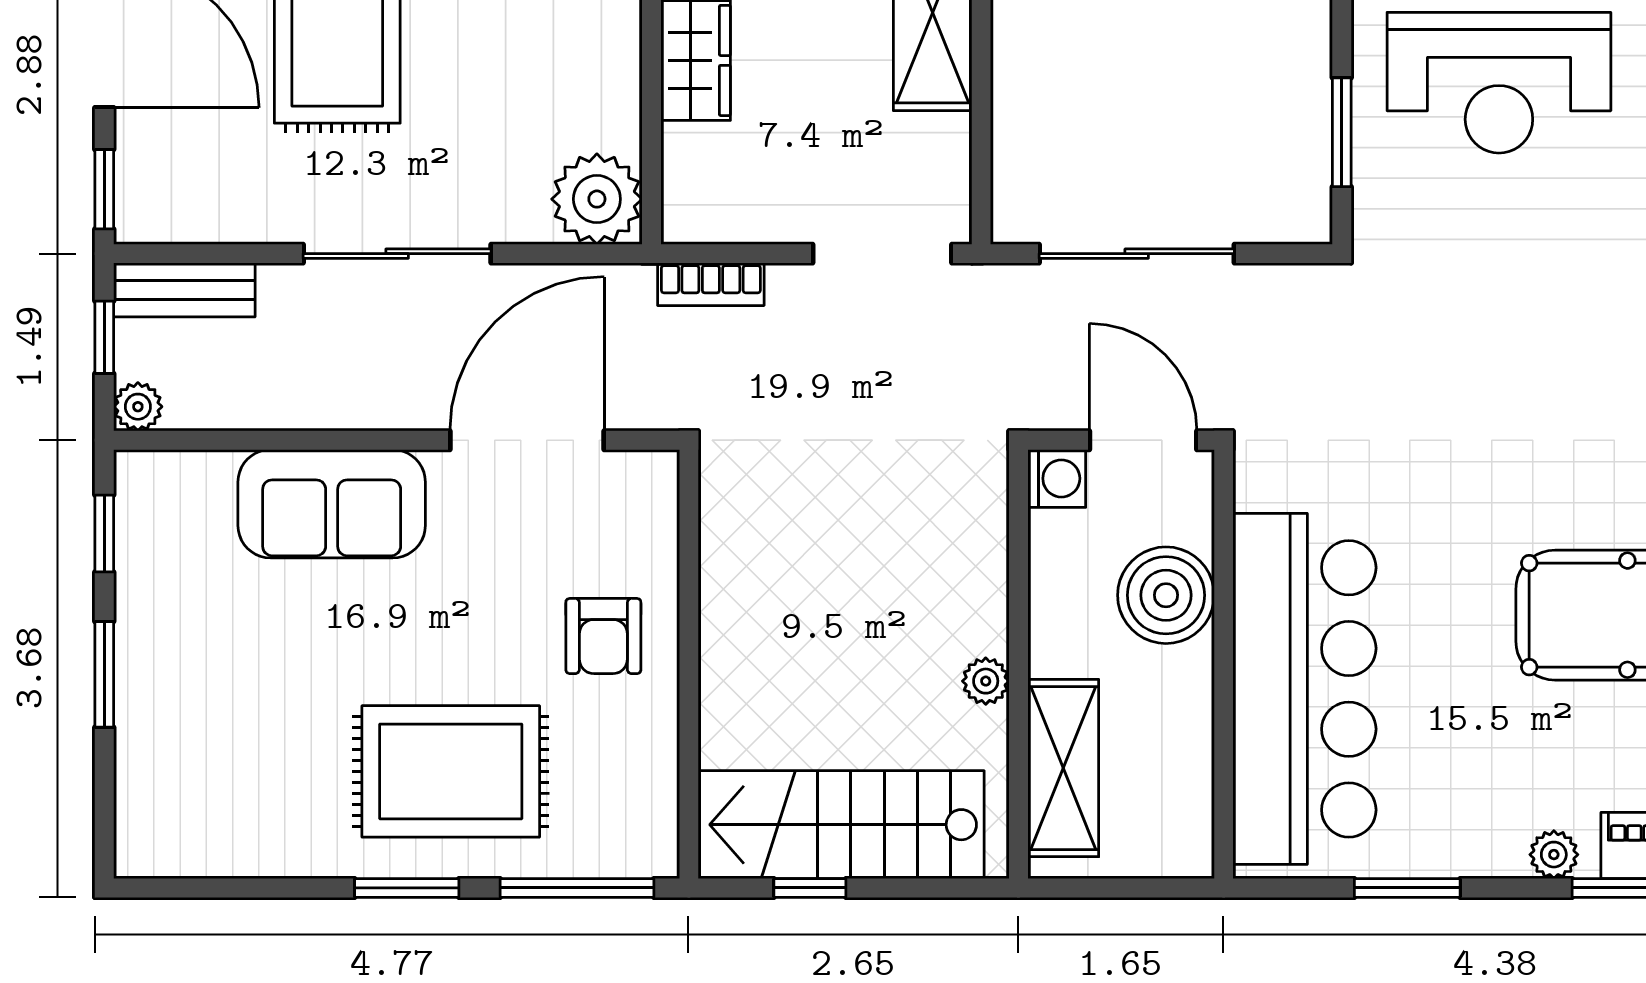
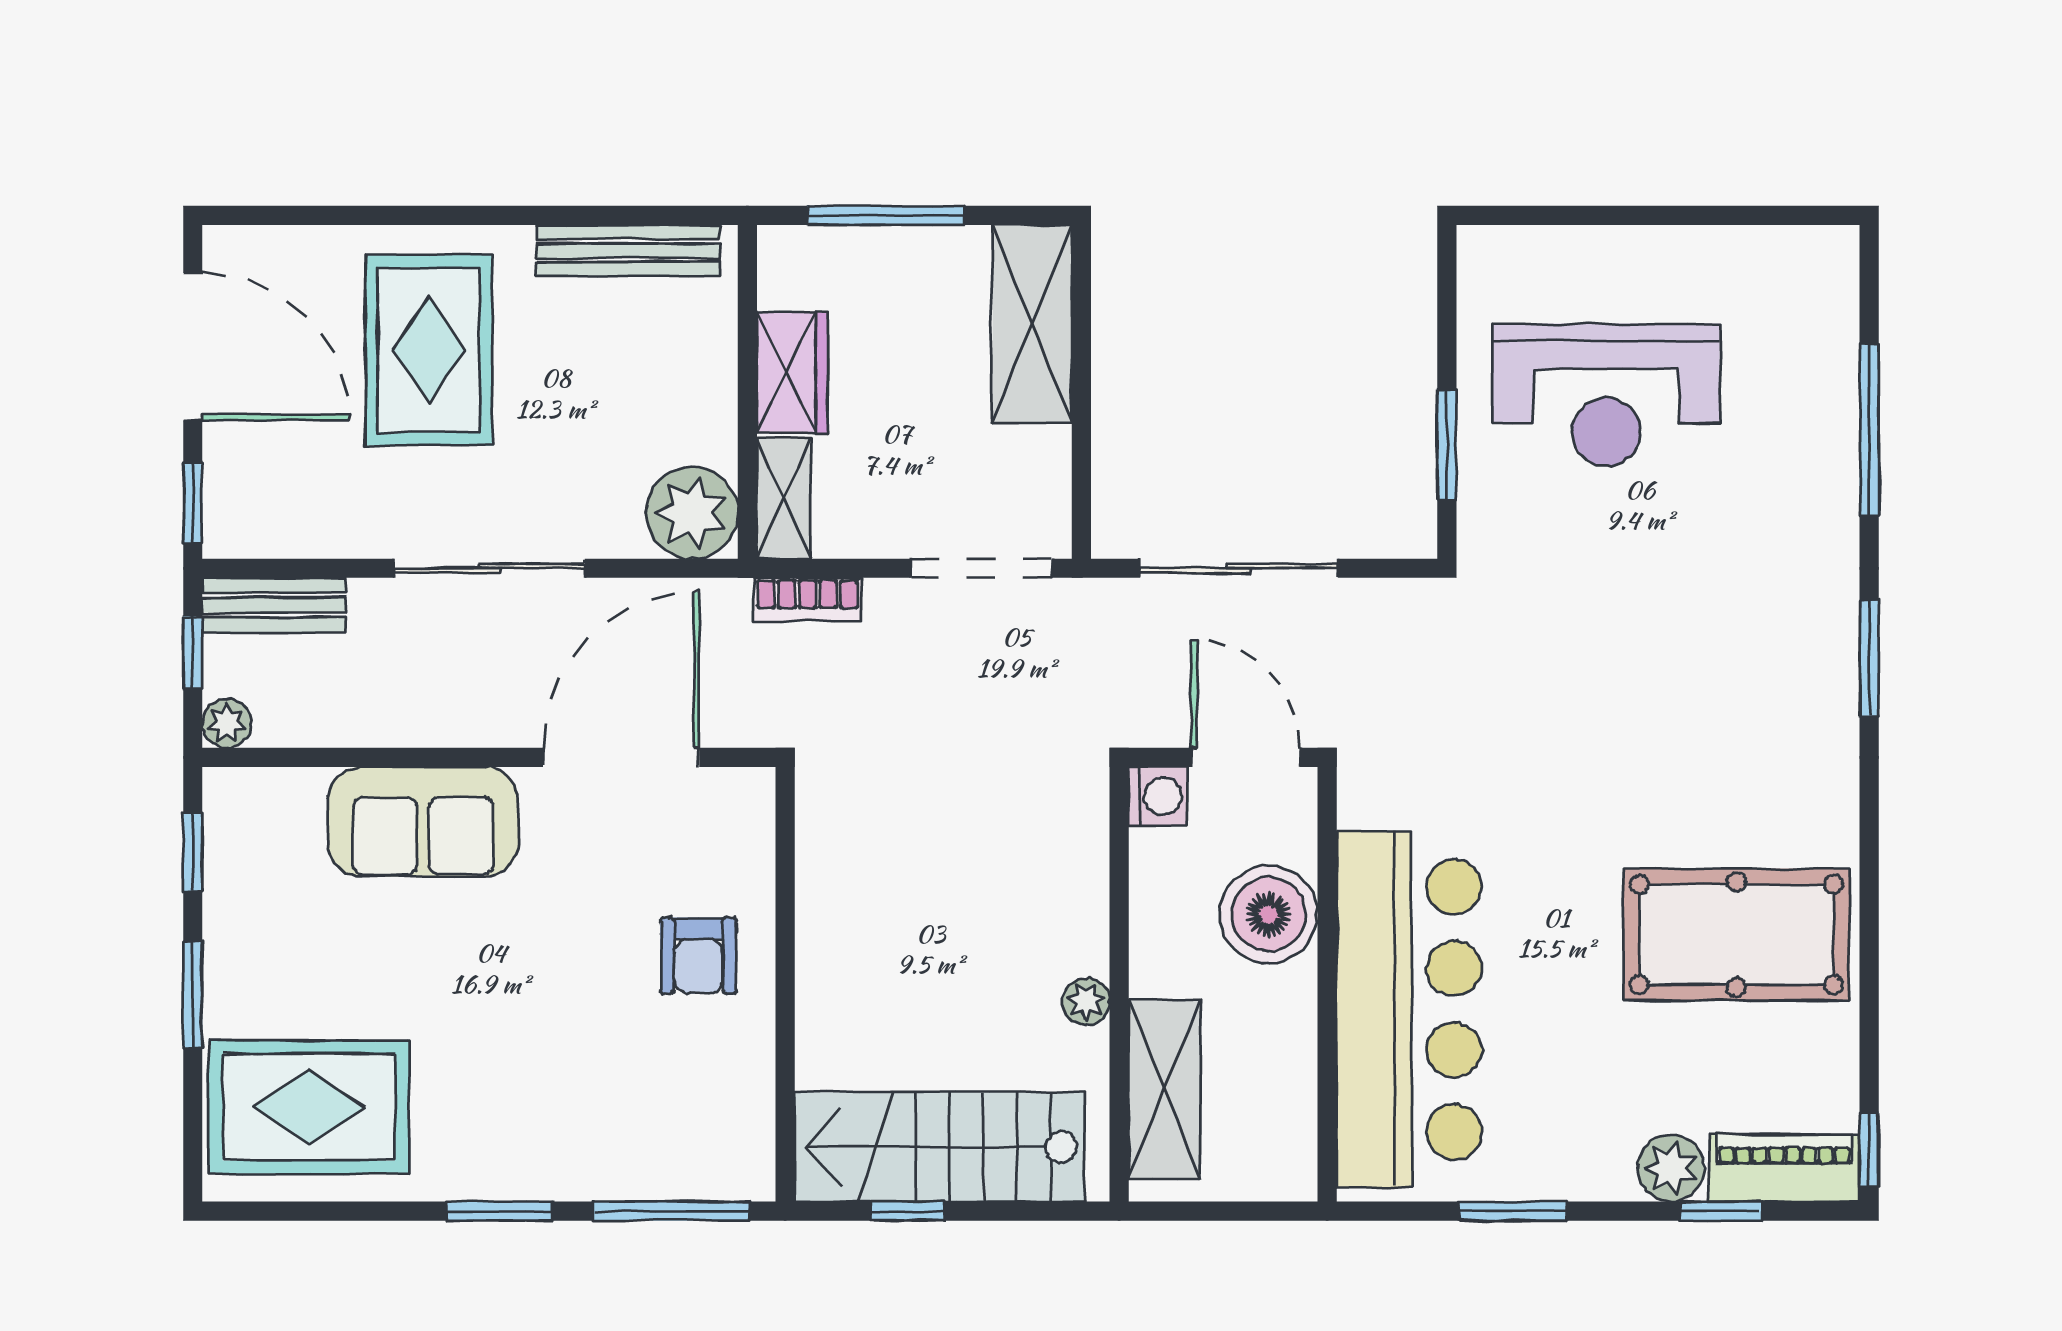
shelving: (688, 185) -> (784, 499), added
rug: (451, 771) -> (309, 1107), moved
plant: (1554, 855) -> (1671, 1168), width x1.38, depth x1.38

